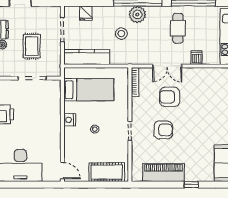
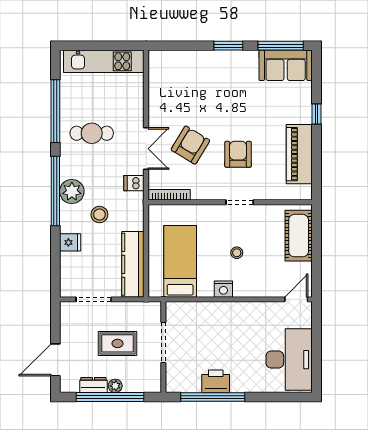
fridge: (86, 13) -> (70, 242), moved
dishwasher: (196, 58) -> (134, 183), moved
armchair: (170, 97) -> (190, 145), turned -149

